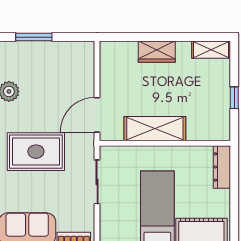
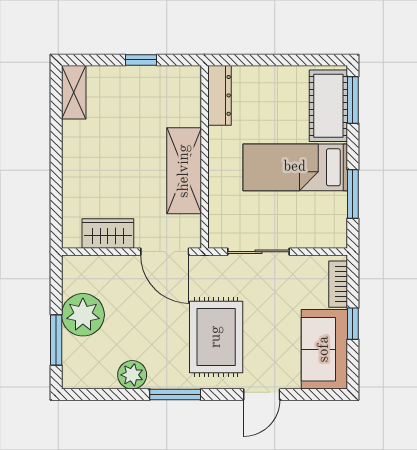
wardrobe: (157, 52) -> (108, 233), moved, turned -90
plant: (52, 56) -> (83, 315), added
dresser: (222, 167) -> (219, 95), moved, turned -90

